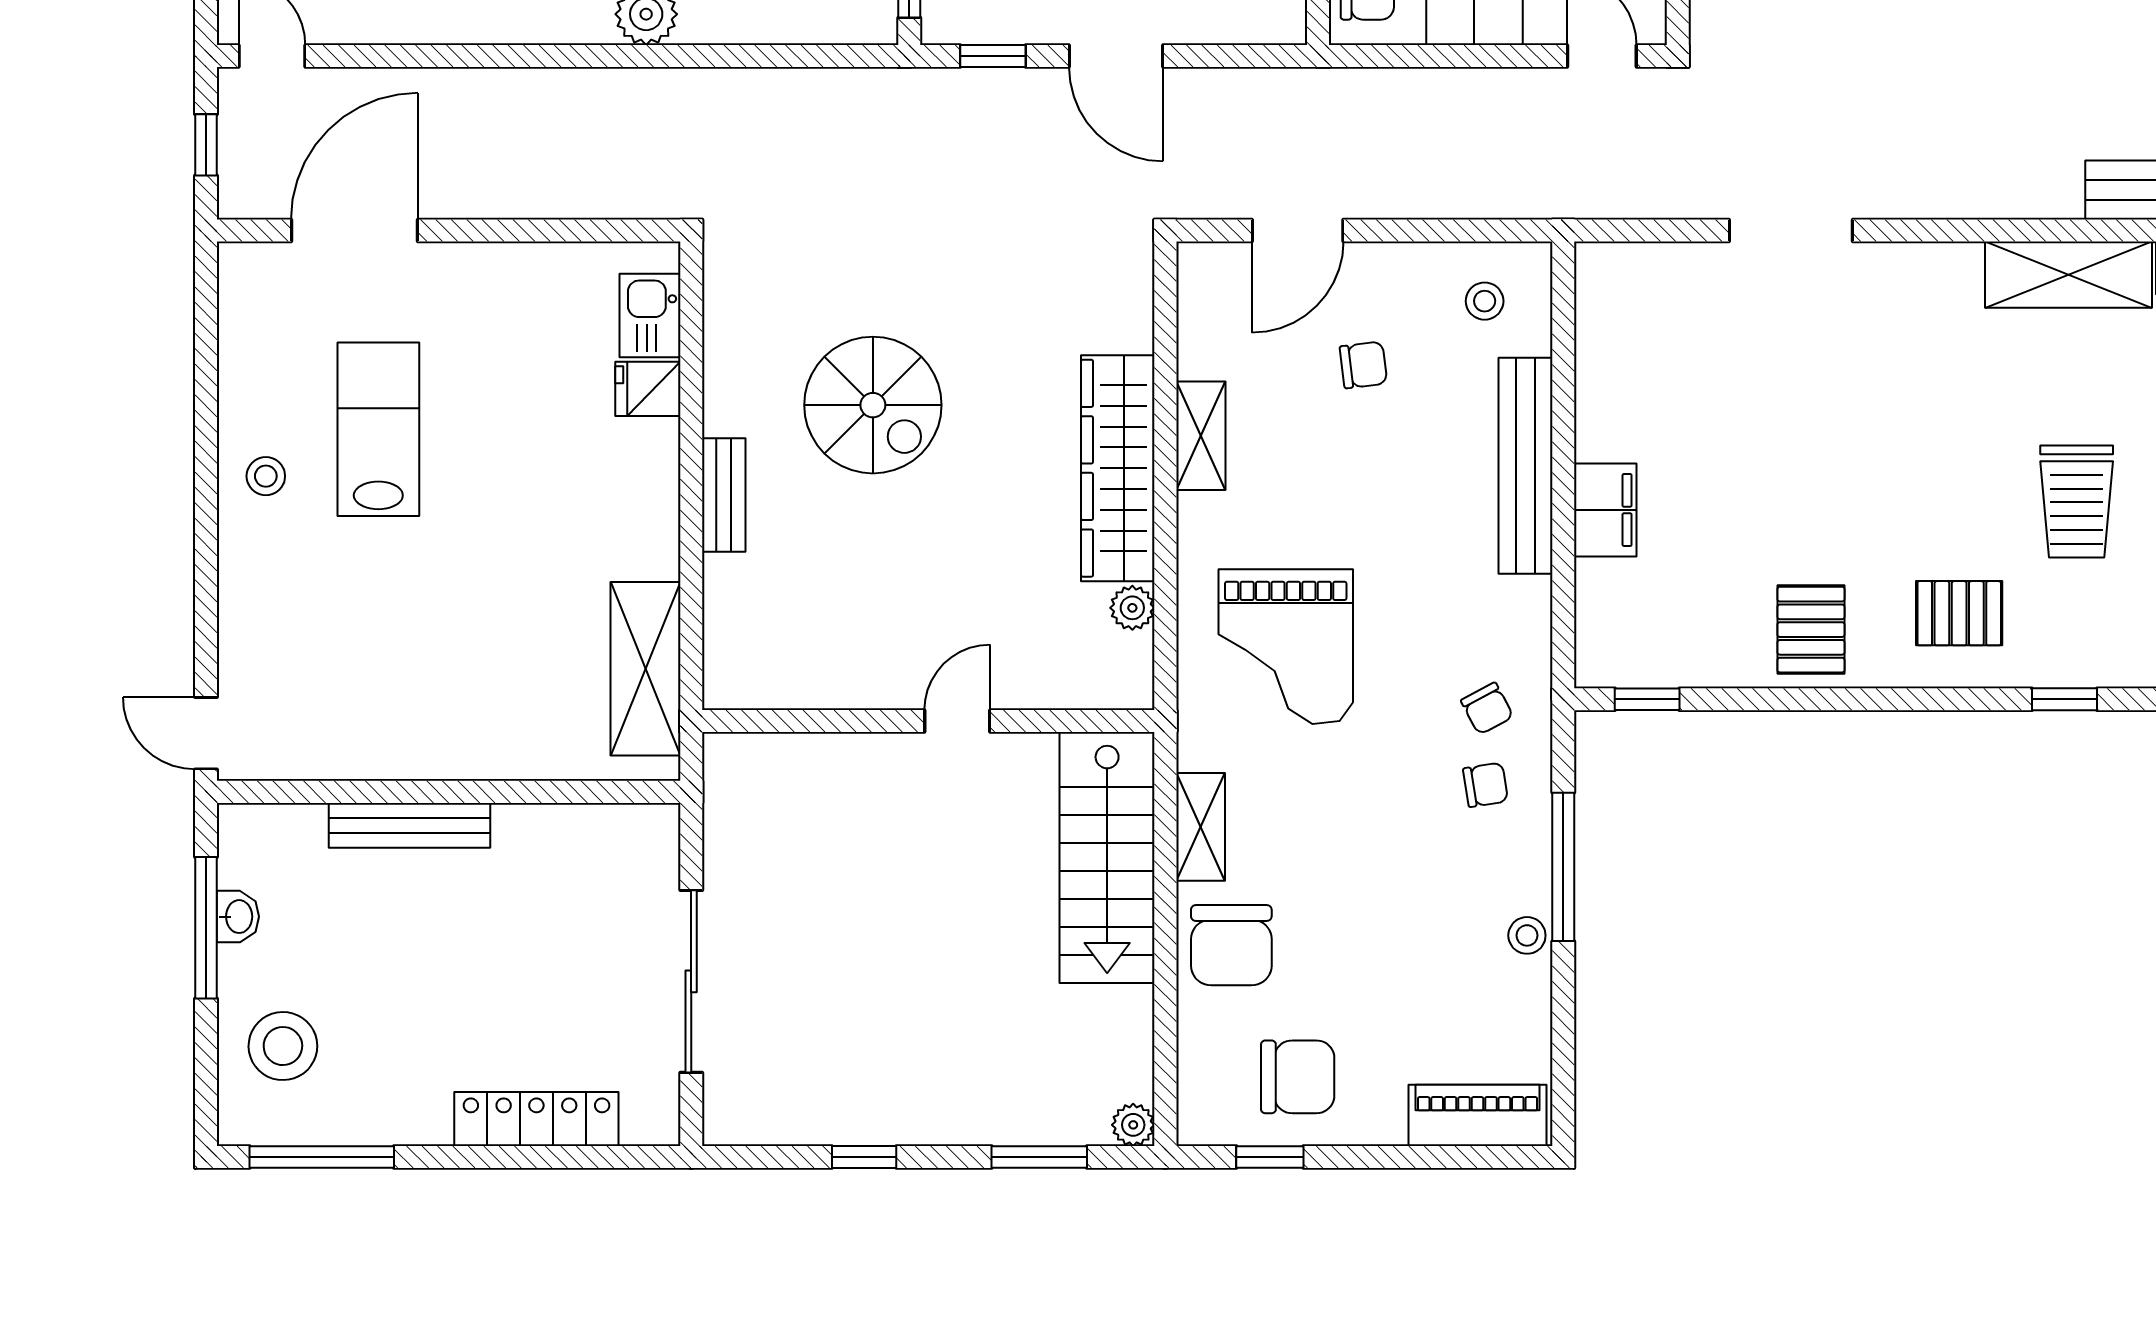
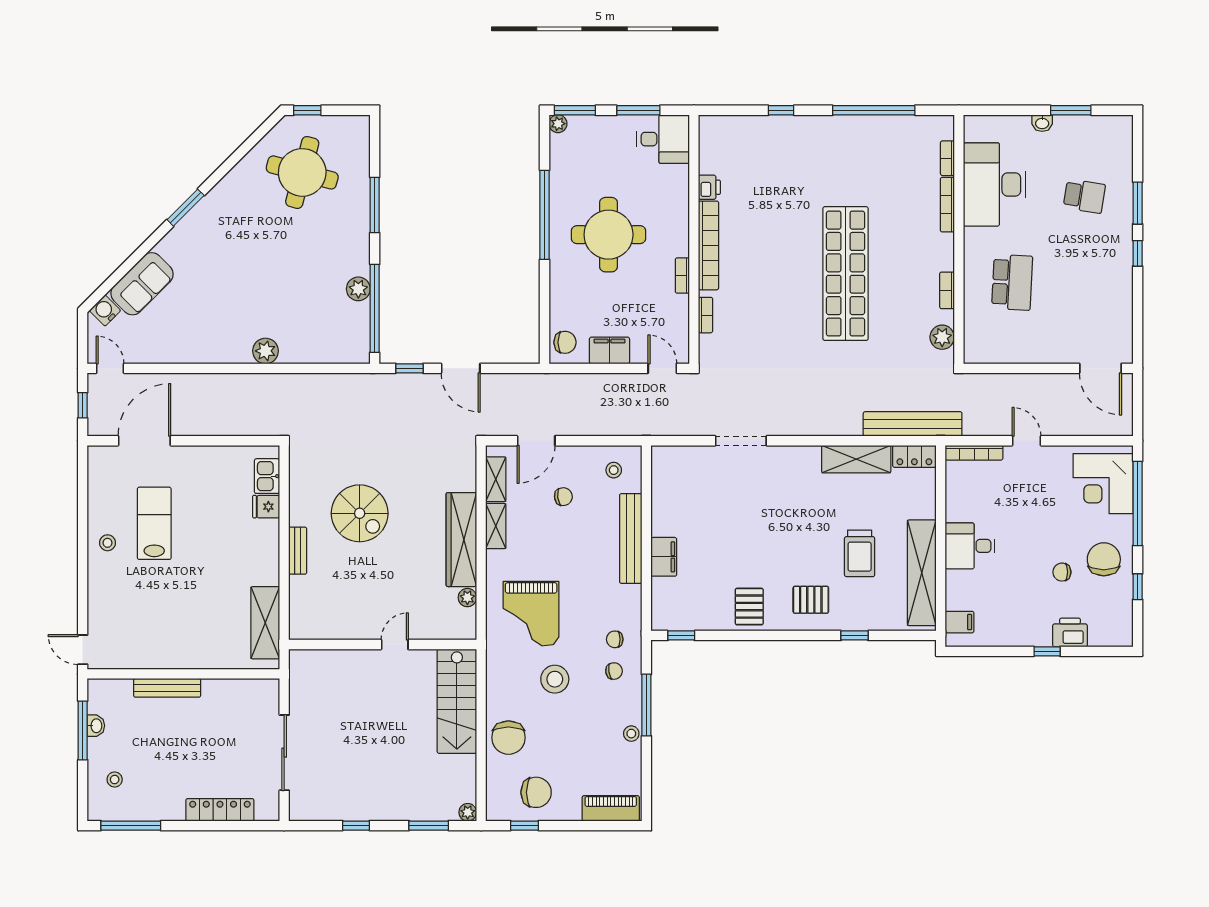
chair: (1487, 709) -> (615, 639), turned 118
stool: (1343, 804) -> (555, 679), added
shelving: (1201, 827) -> (496, 479), moved
stool: (283, 1046) -> (115, 780), width x0.53, depth x0.53

